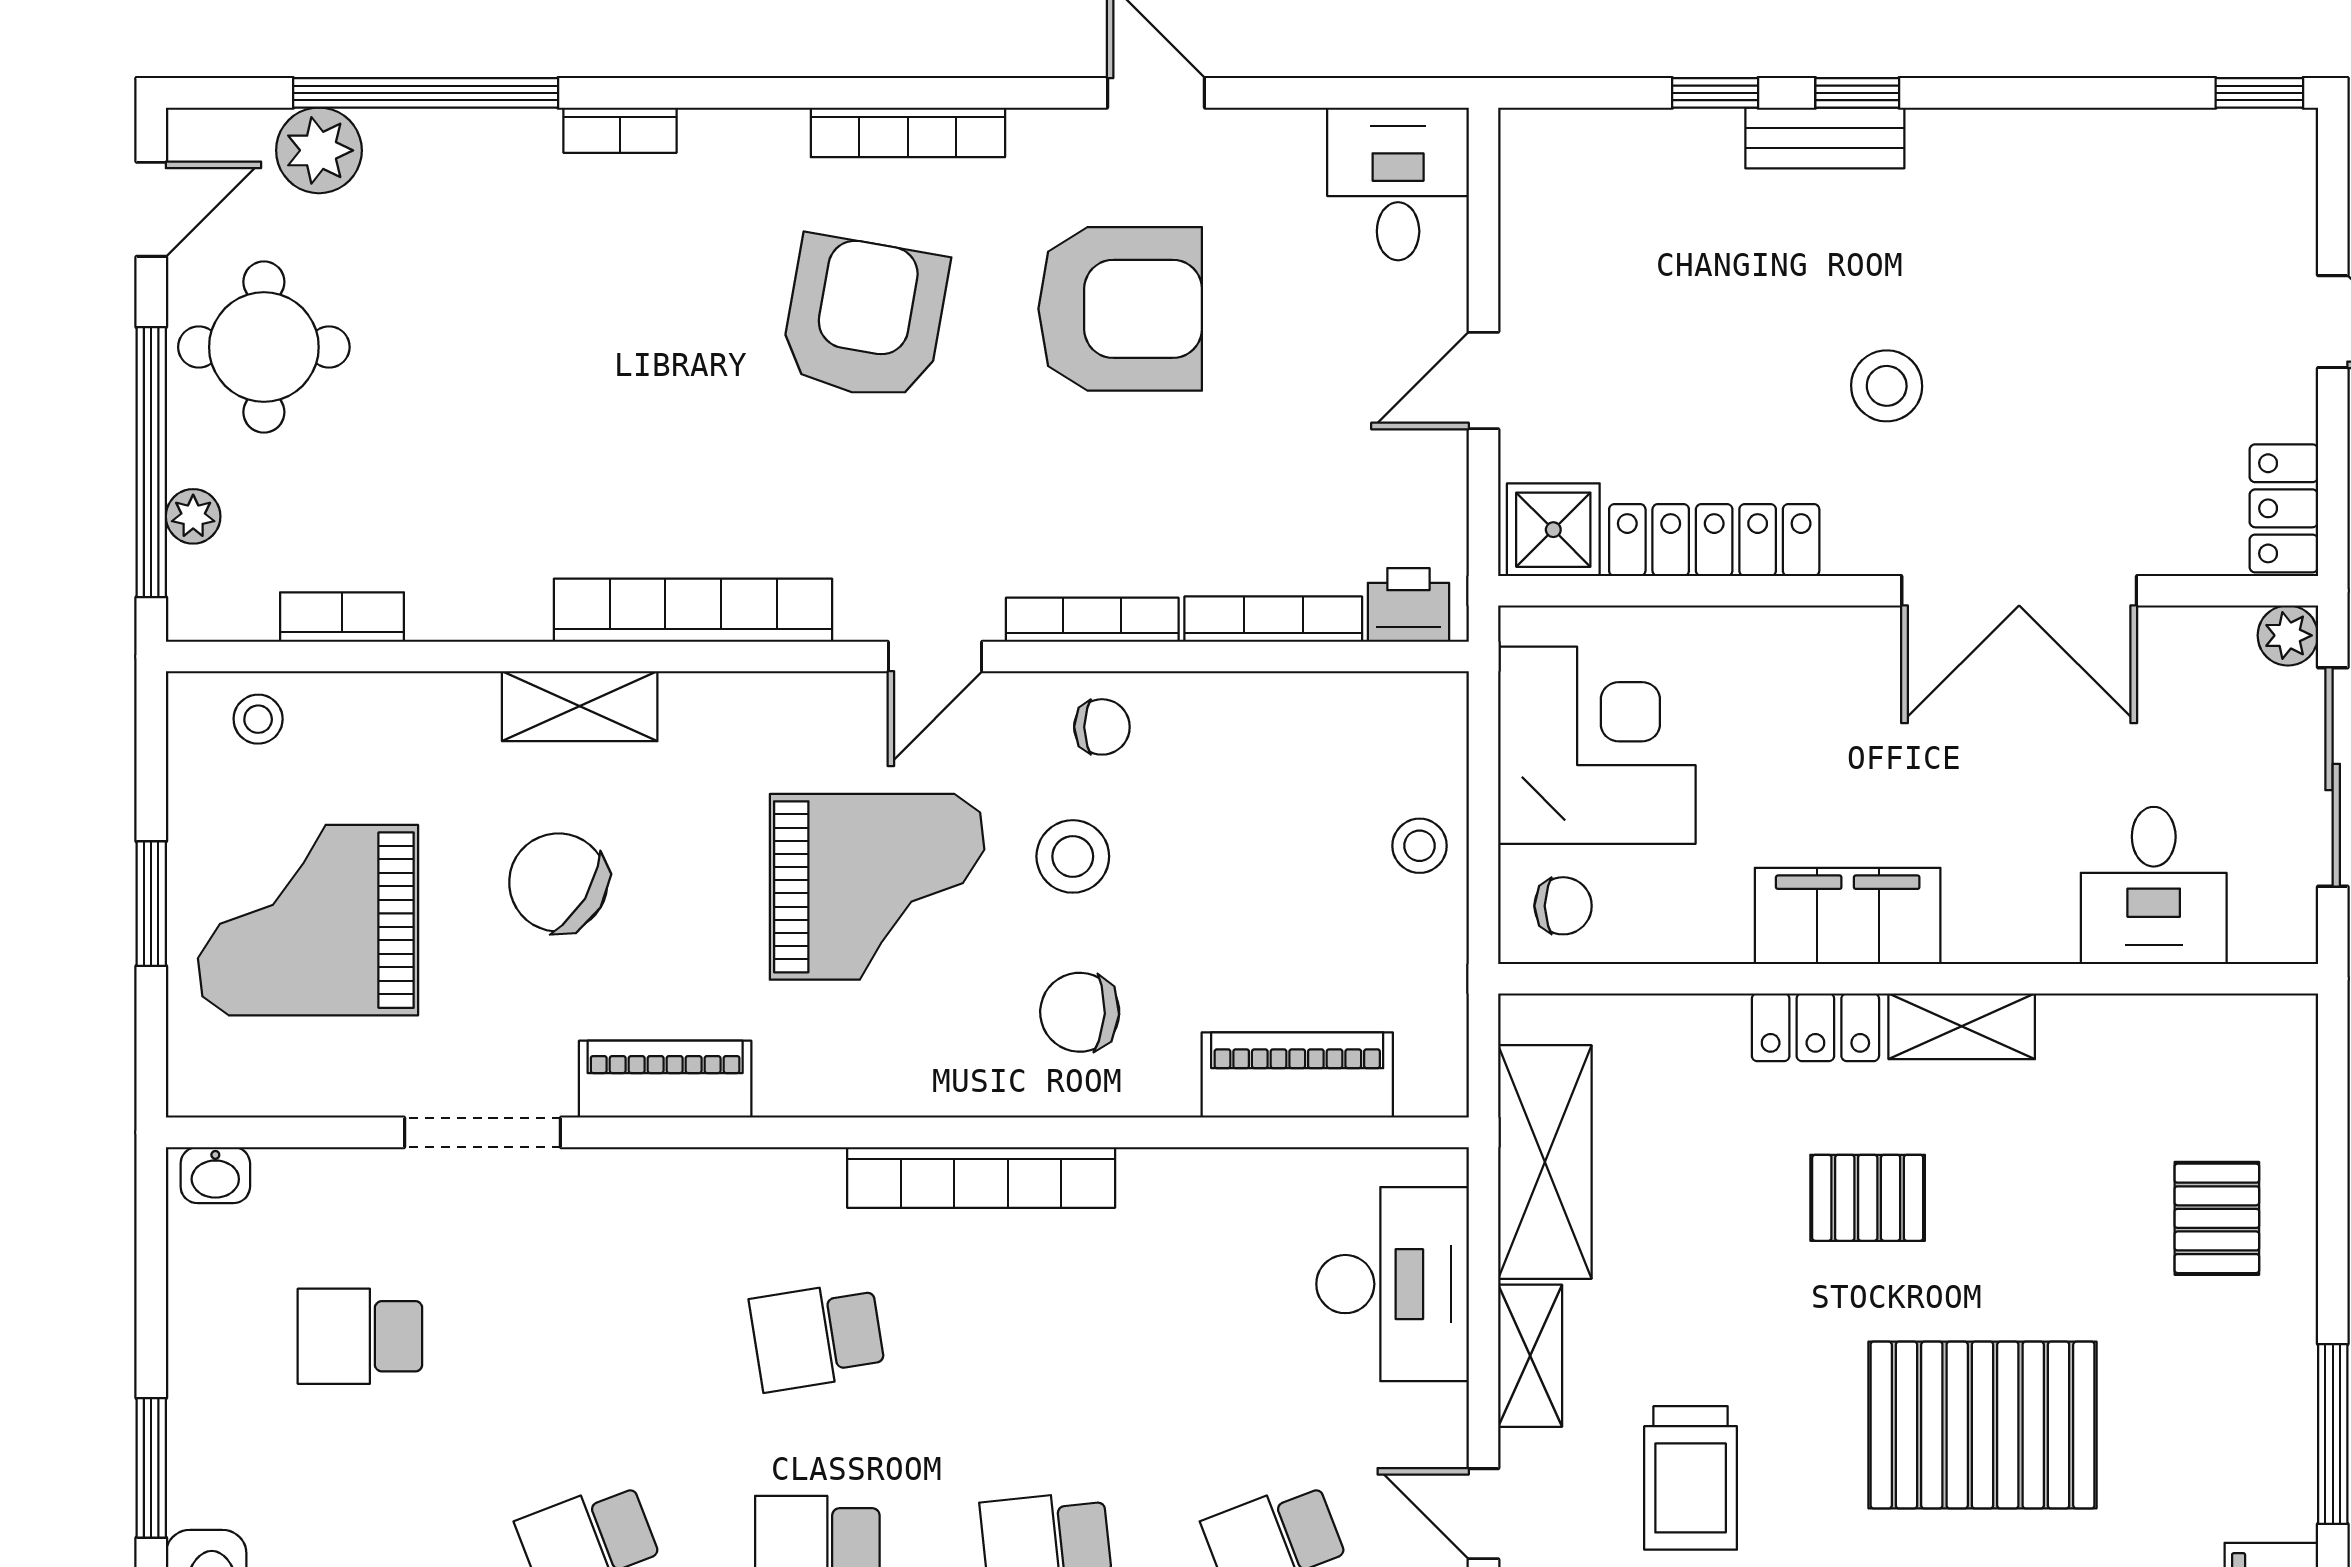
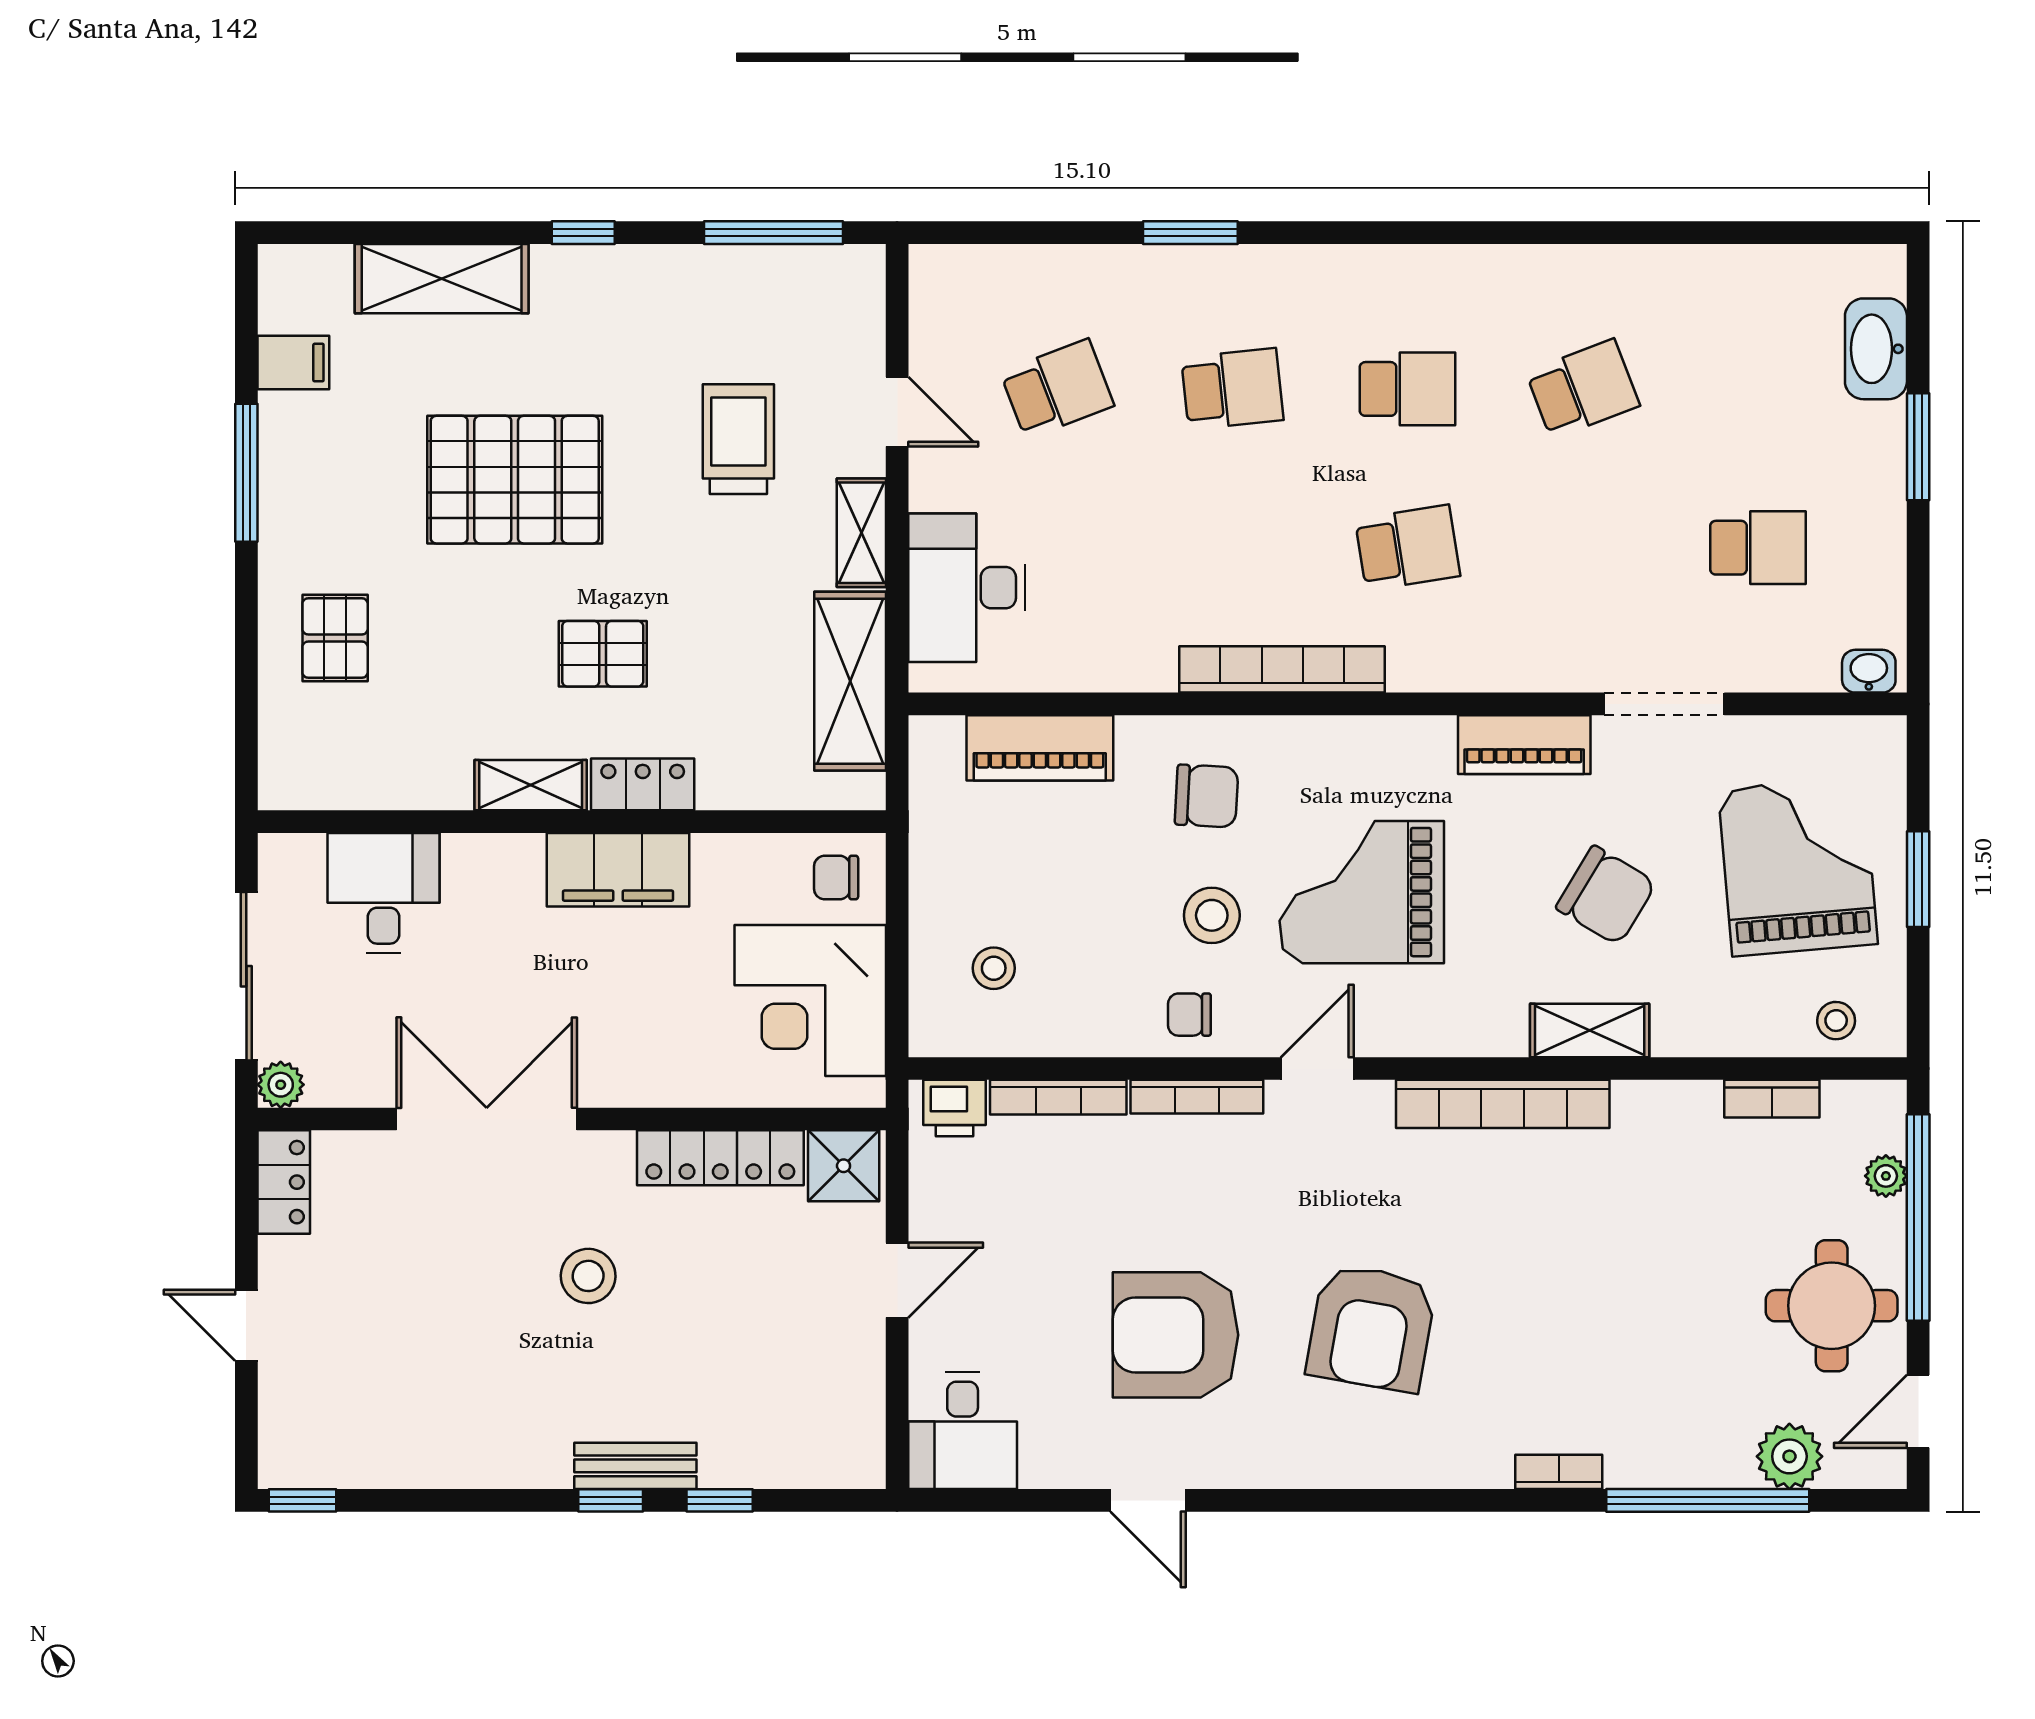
bookcase: (908, 132) -> (1338, 1470), removed
stool: (1420, 846) -> (994, 968), moved
grand piano: (308, 920) -> (1798, 867), turned -95

